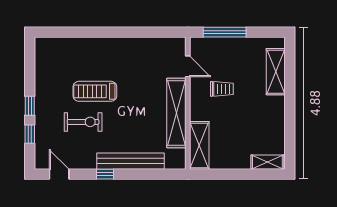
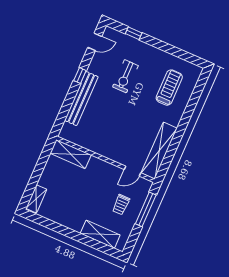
trolley: (222, 89) -> (121, 205), moved
treadmill: (95, 91) -> (169, 88), moved
window: (30, 106) -> (154, 42), removed
shelving: (176, 113) -> (159, 151), moved, turned 90

